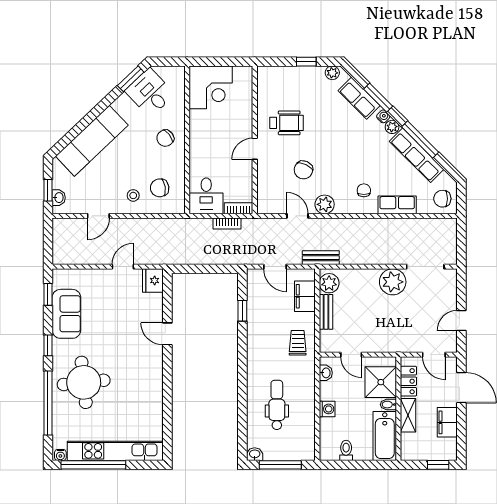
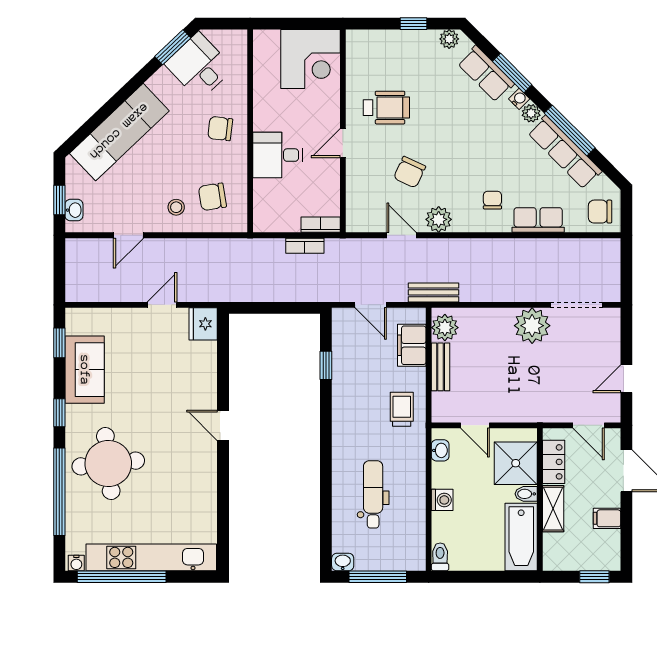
corner desk: (211, 87) -> (311, 59), moved
chair: (165, 138) -> (220, 129), turned 44
desk: (206, 196) -> (278, 155), moved, turned 90
door: (167, 334) -> (223, 425), moved
filing cabinet: (447, 422) -> (607, 518), width x0.50
toilet: (346, 450) -> (440, 557), moved

